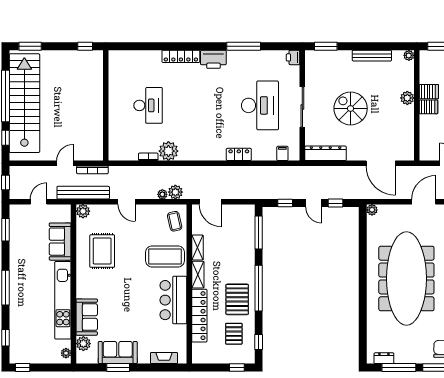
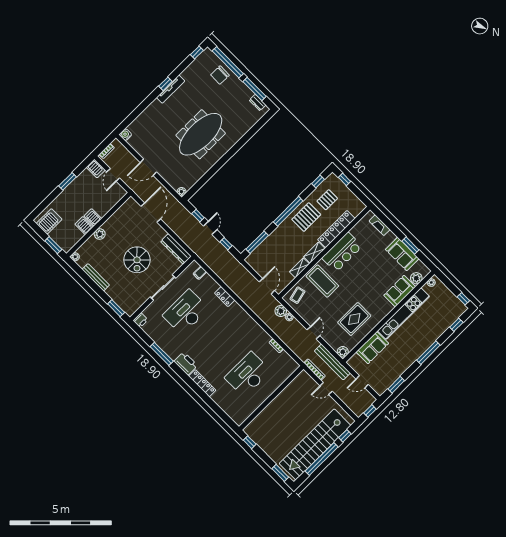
desk: (148, 105) -> (248, 374), width x1.36, depth x1.30
plant: (168, 151) -> (262, 338), removed
meeting table: (406, 278) -> (201, 134), width x0.73, depth x0.79

